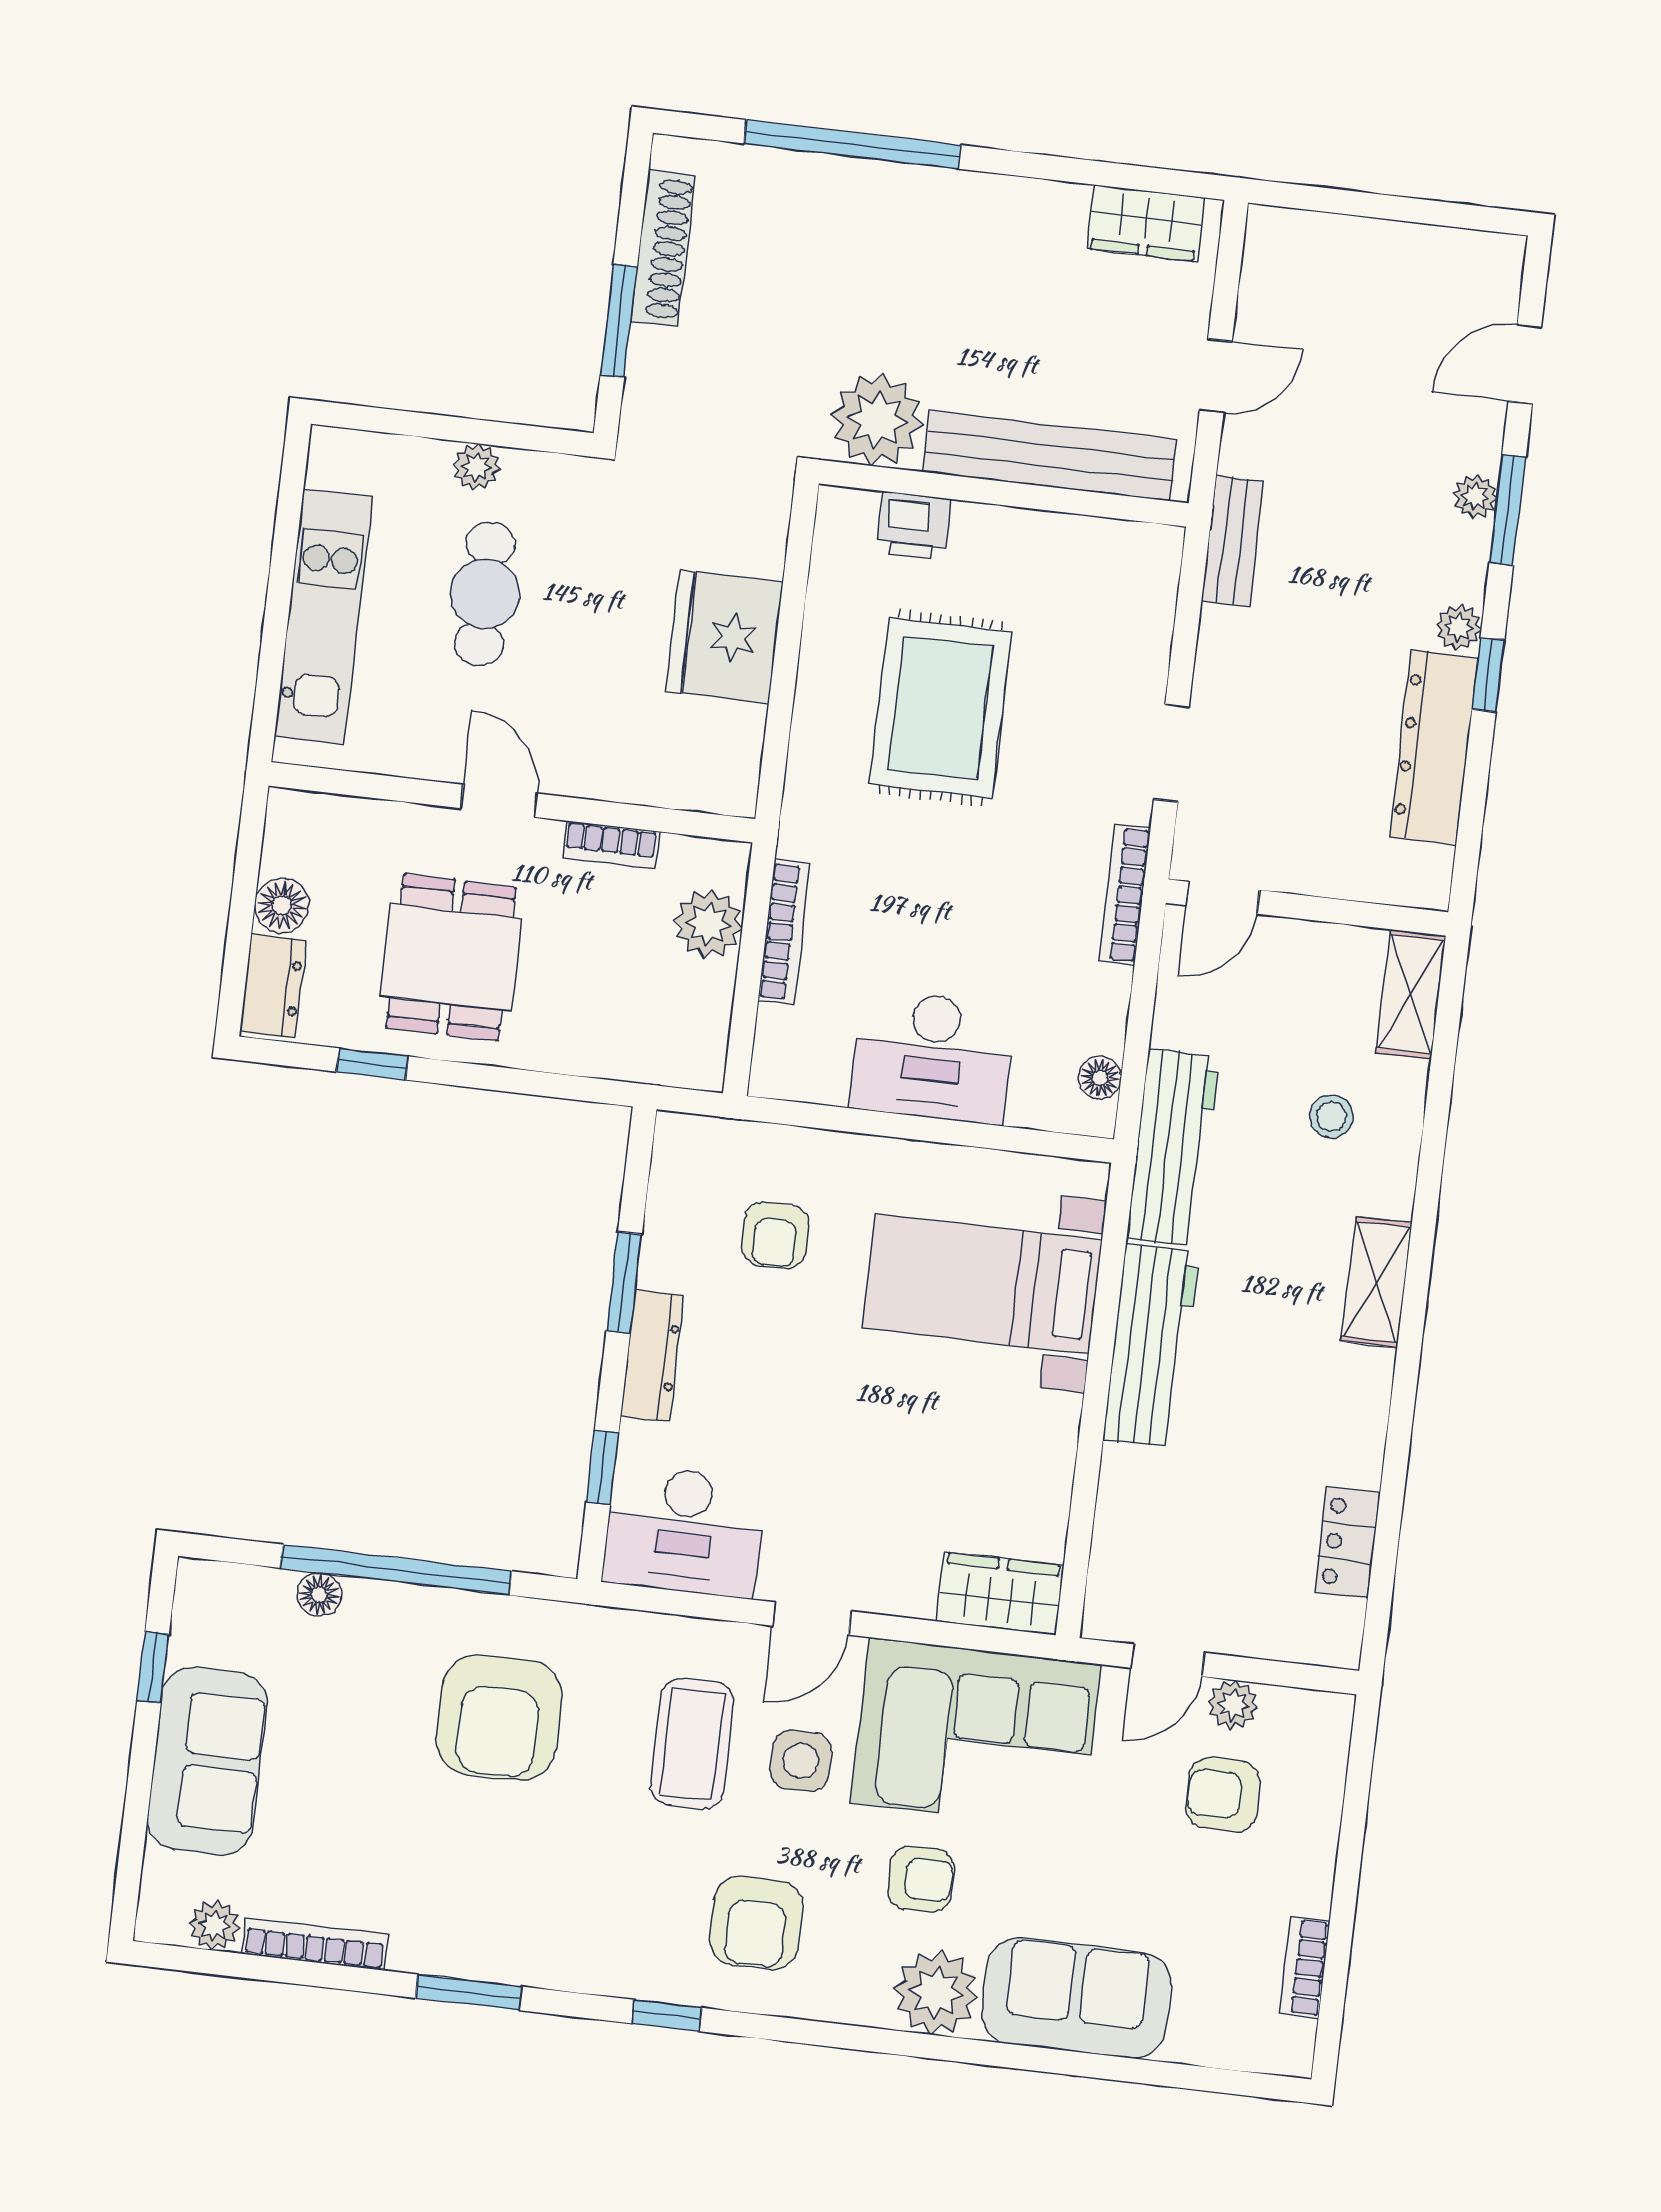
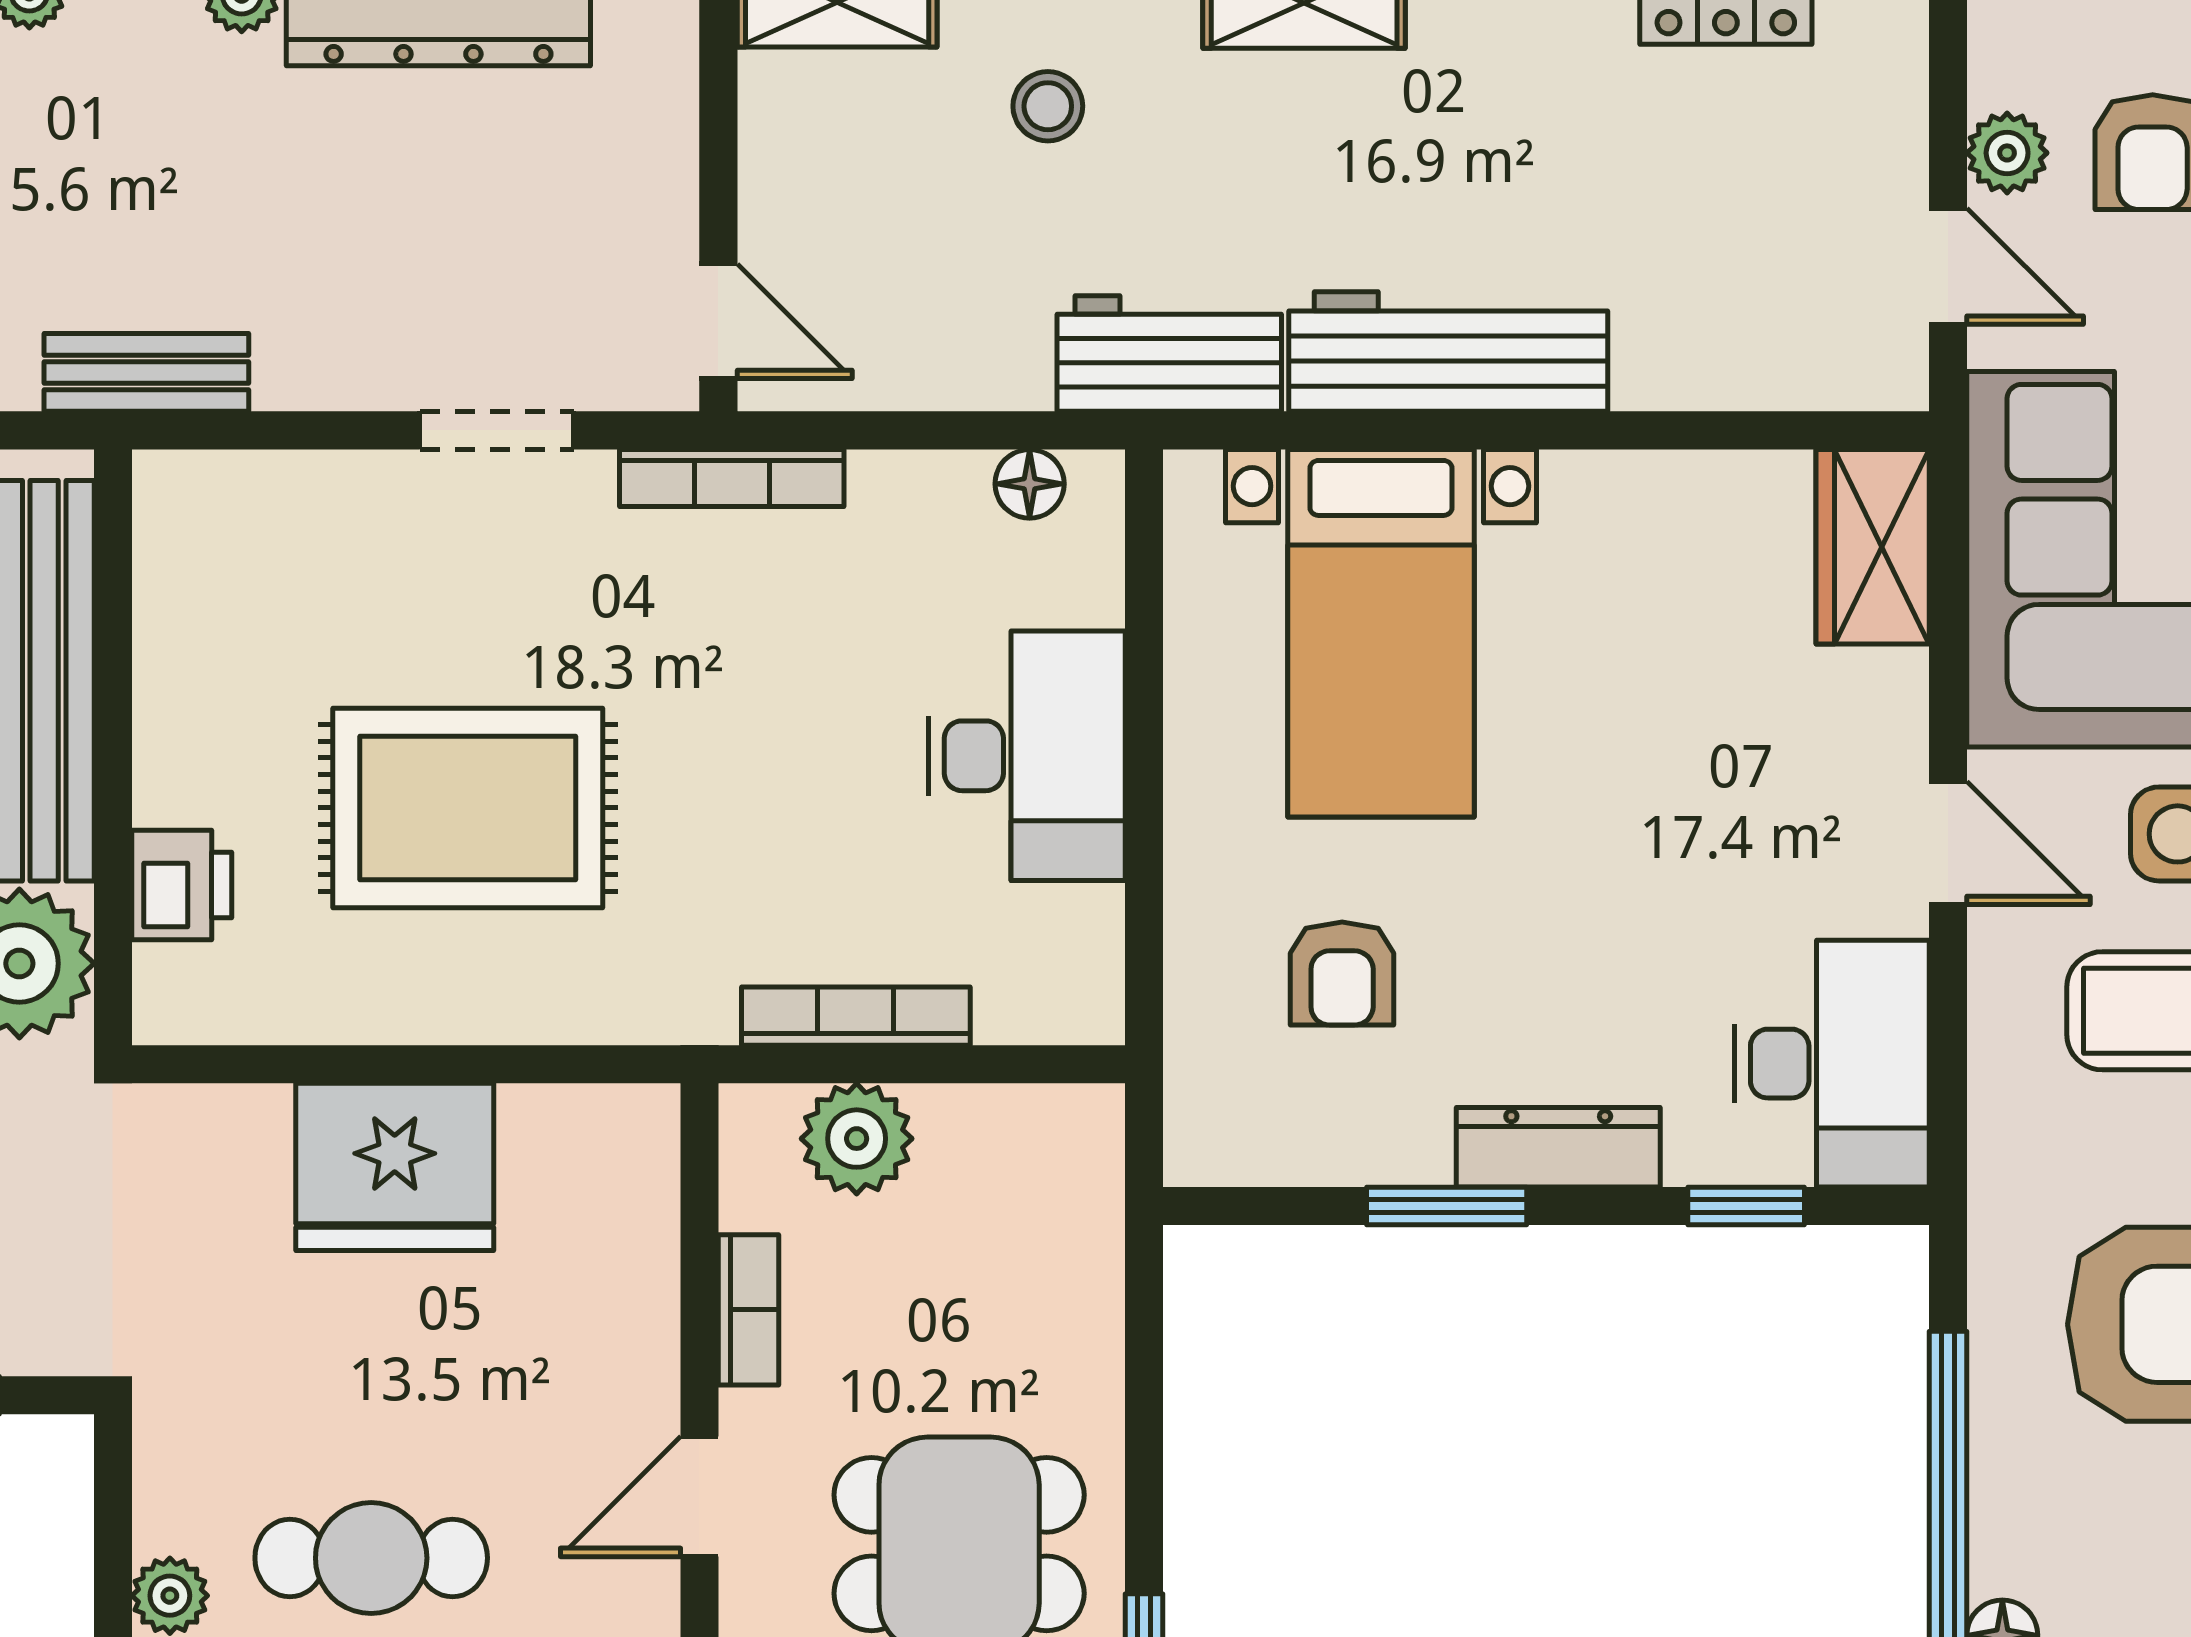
workbench: (1173, 1148) -> (1169, 354), width x0.73
armchair: (775, 1235) -> (1342, 973), turned 90

